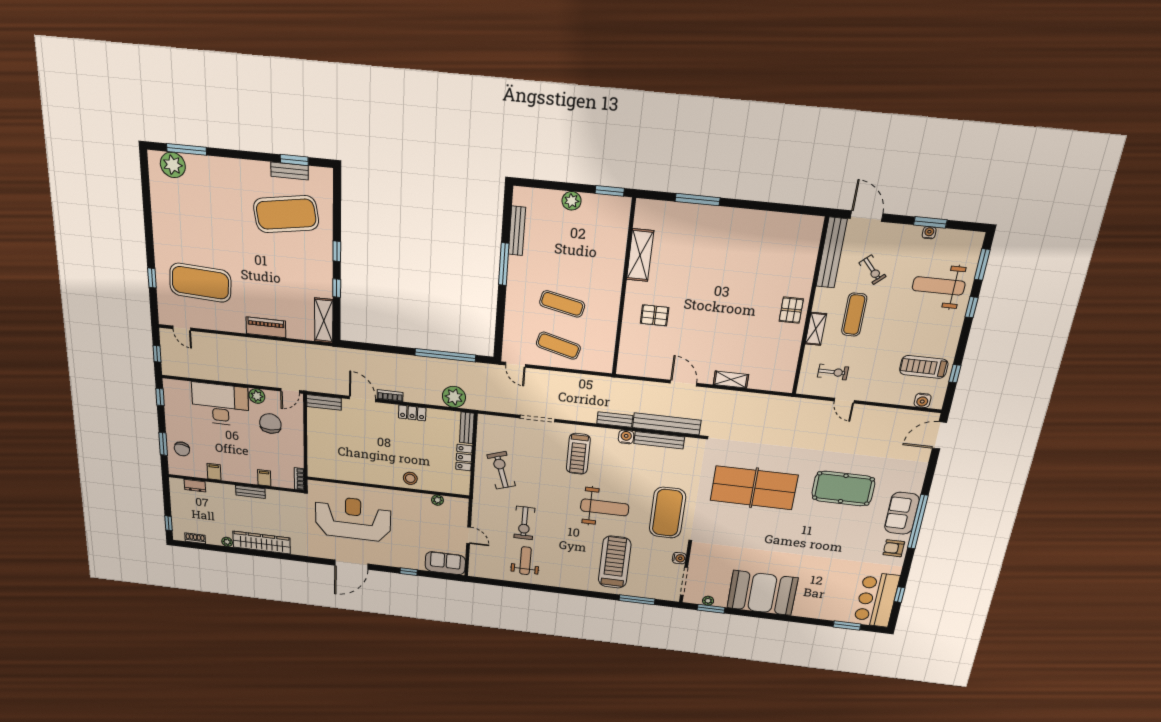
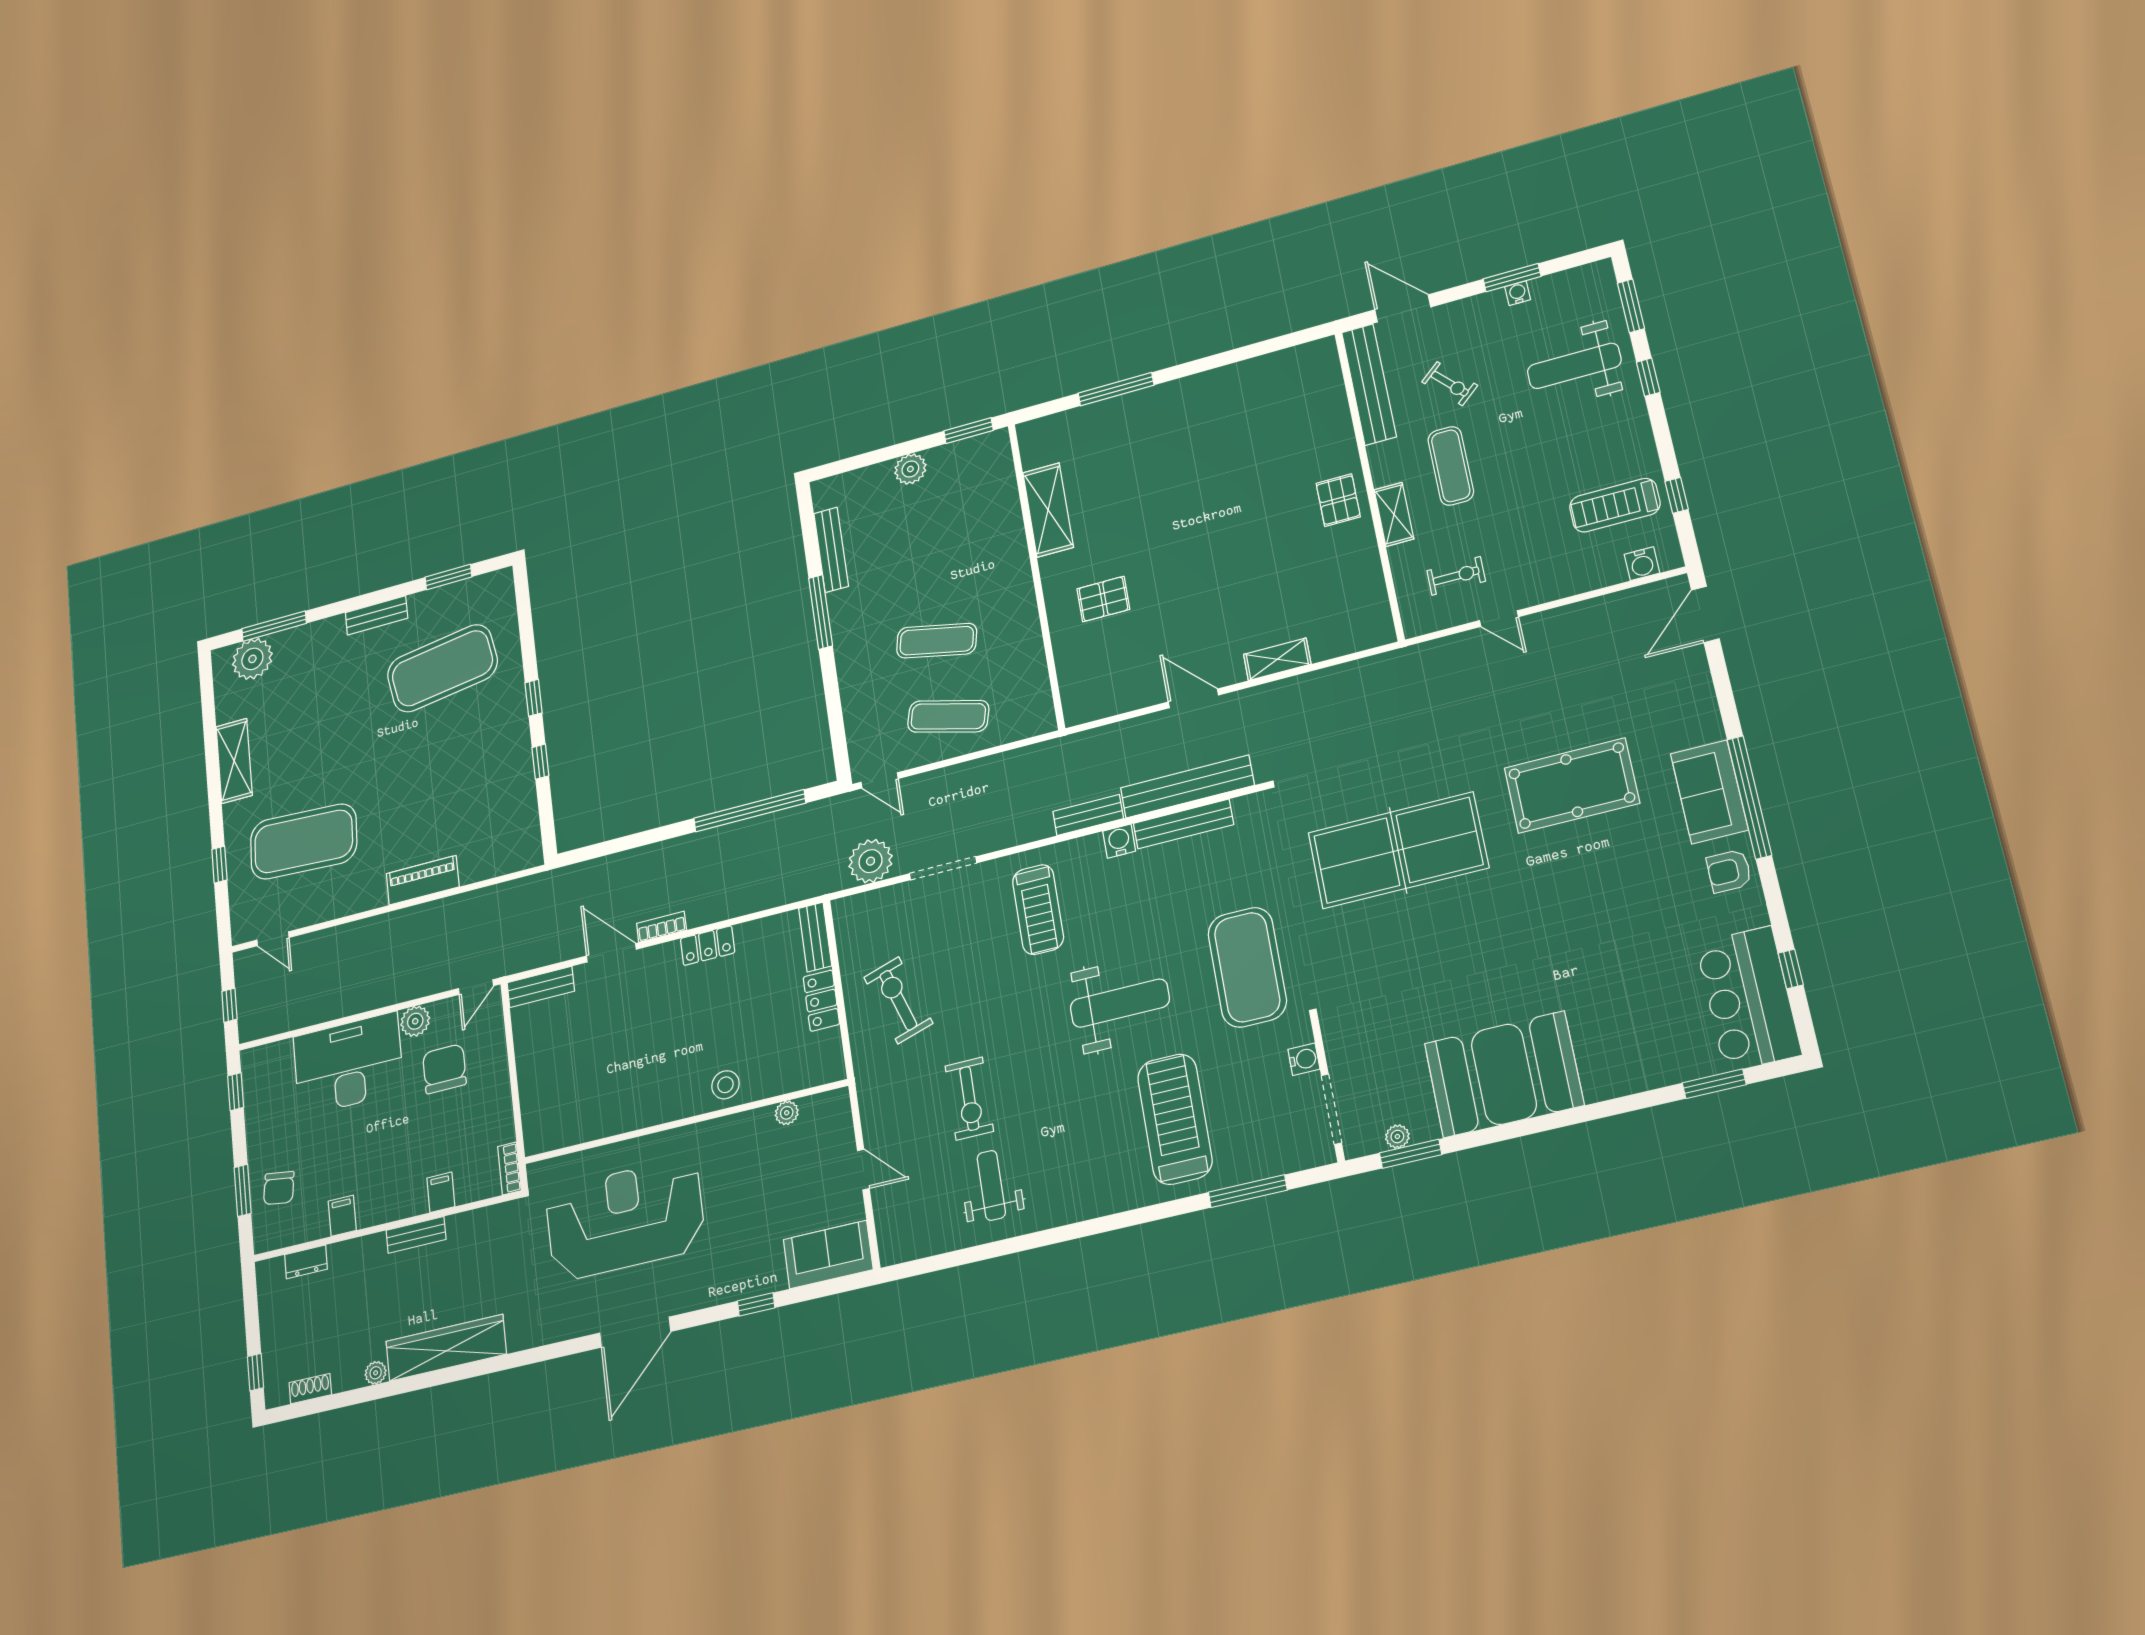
bench: (290, 171) -> (377, 615), moved
shelving: (324, 320) -> (234, 761), moved
plant: (454, 397) -> (871, 861), moved

